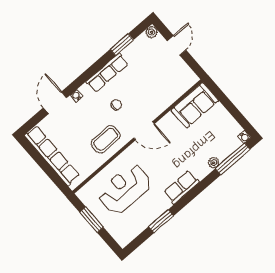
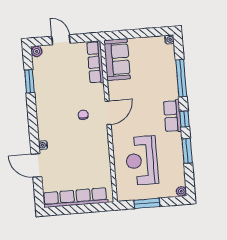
row of seats: (107, 73) -> (95, 62), moved, turned 180
chair: (116, 105) -> (83, 115), moved
coffee table: (106, 139) -> (93, 147), removed
window: (233, 159) -> (181, 78), moved
plant: (214, 163) -> (181, 191), moved
window: (186, 199) -> (185, 119), added

